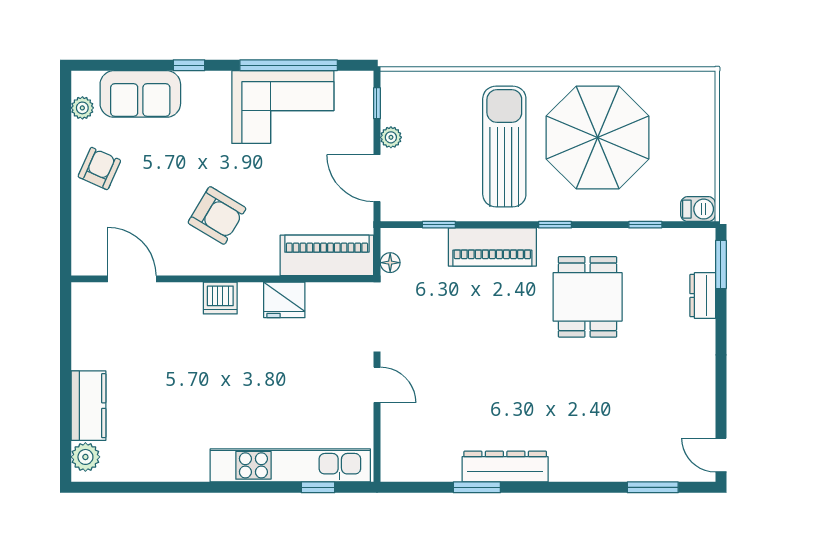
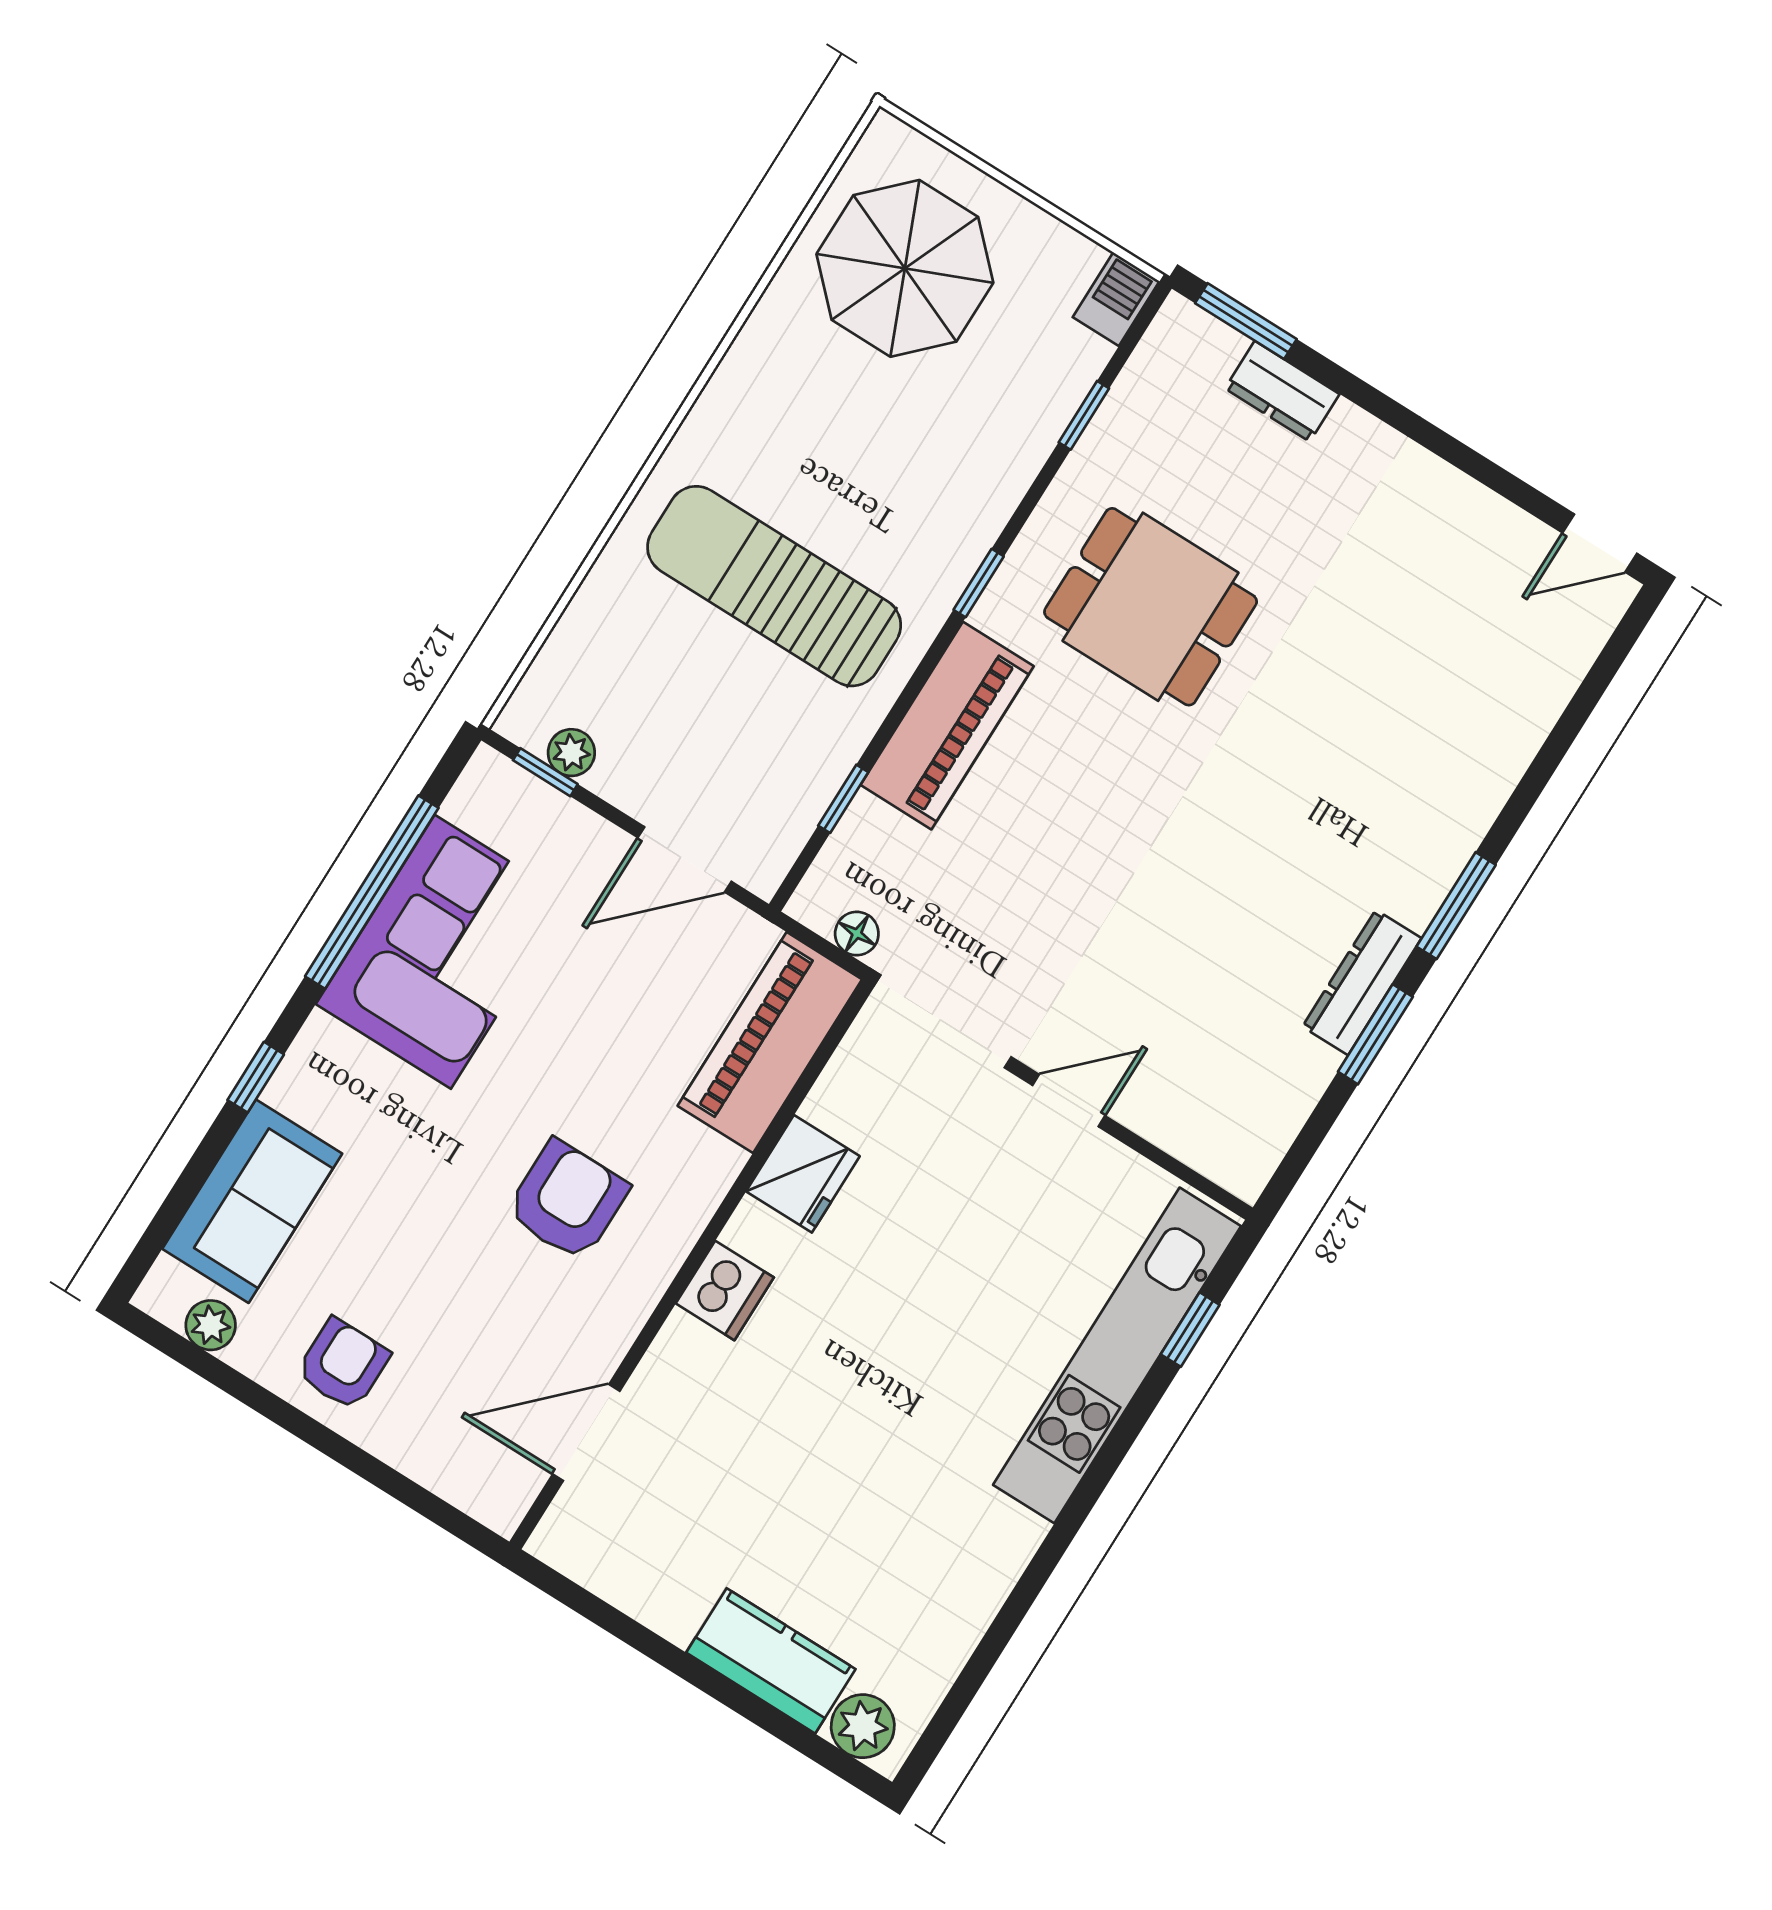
plant: (391, 137) -> (571, 753), moved
parasol: (598, 137) -> (905, 268), moved, width x0.73, depth x0.73
armchair: (99, 168) -> (343, 1364), turned 66
armchair: (217, 215) -> (567, 1200), turned -31
dresser: (505, 467) -> (1362, 982), width x0.73, depth x0.80
window: (653, 487) -> (1456, 906), moved

